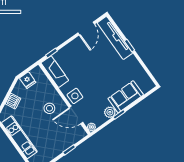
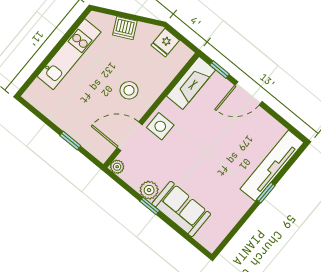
door: (86, 29) -> (248, 93), moved
door: (76, 115) -> (130, 136), hinge flipped

